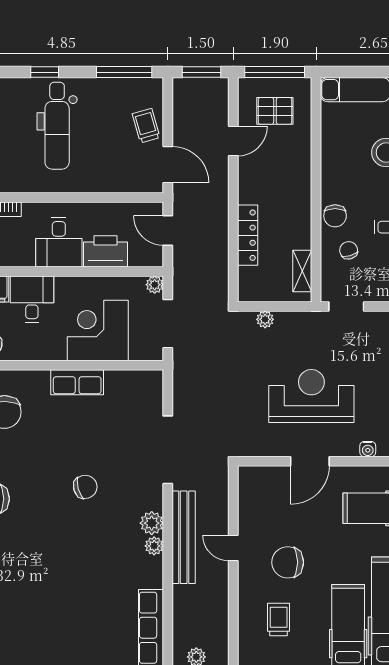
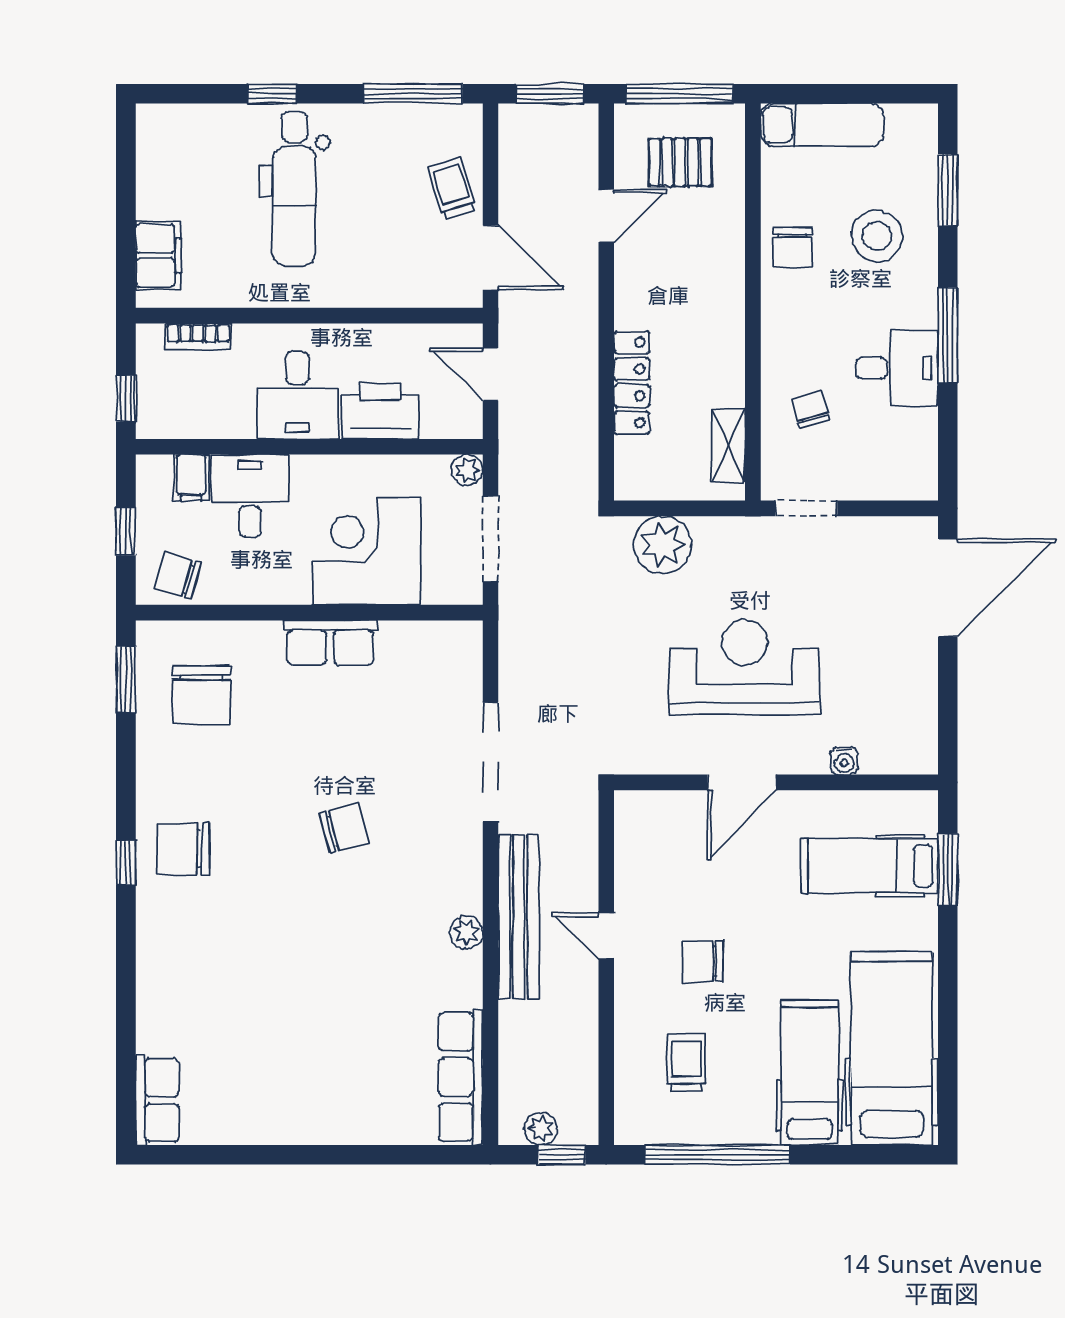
chair: (335, 216) -> (793, 247), moved
plant: (265, 319) -> (663, 545), width x1.88, depth x1.88
plant: (152, 523) -> (462, 892), removed
chair: (288, 562) -> (703, 961), width x0.73, depth x0.73

